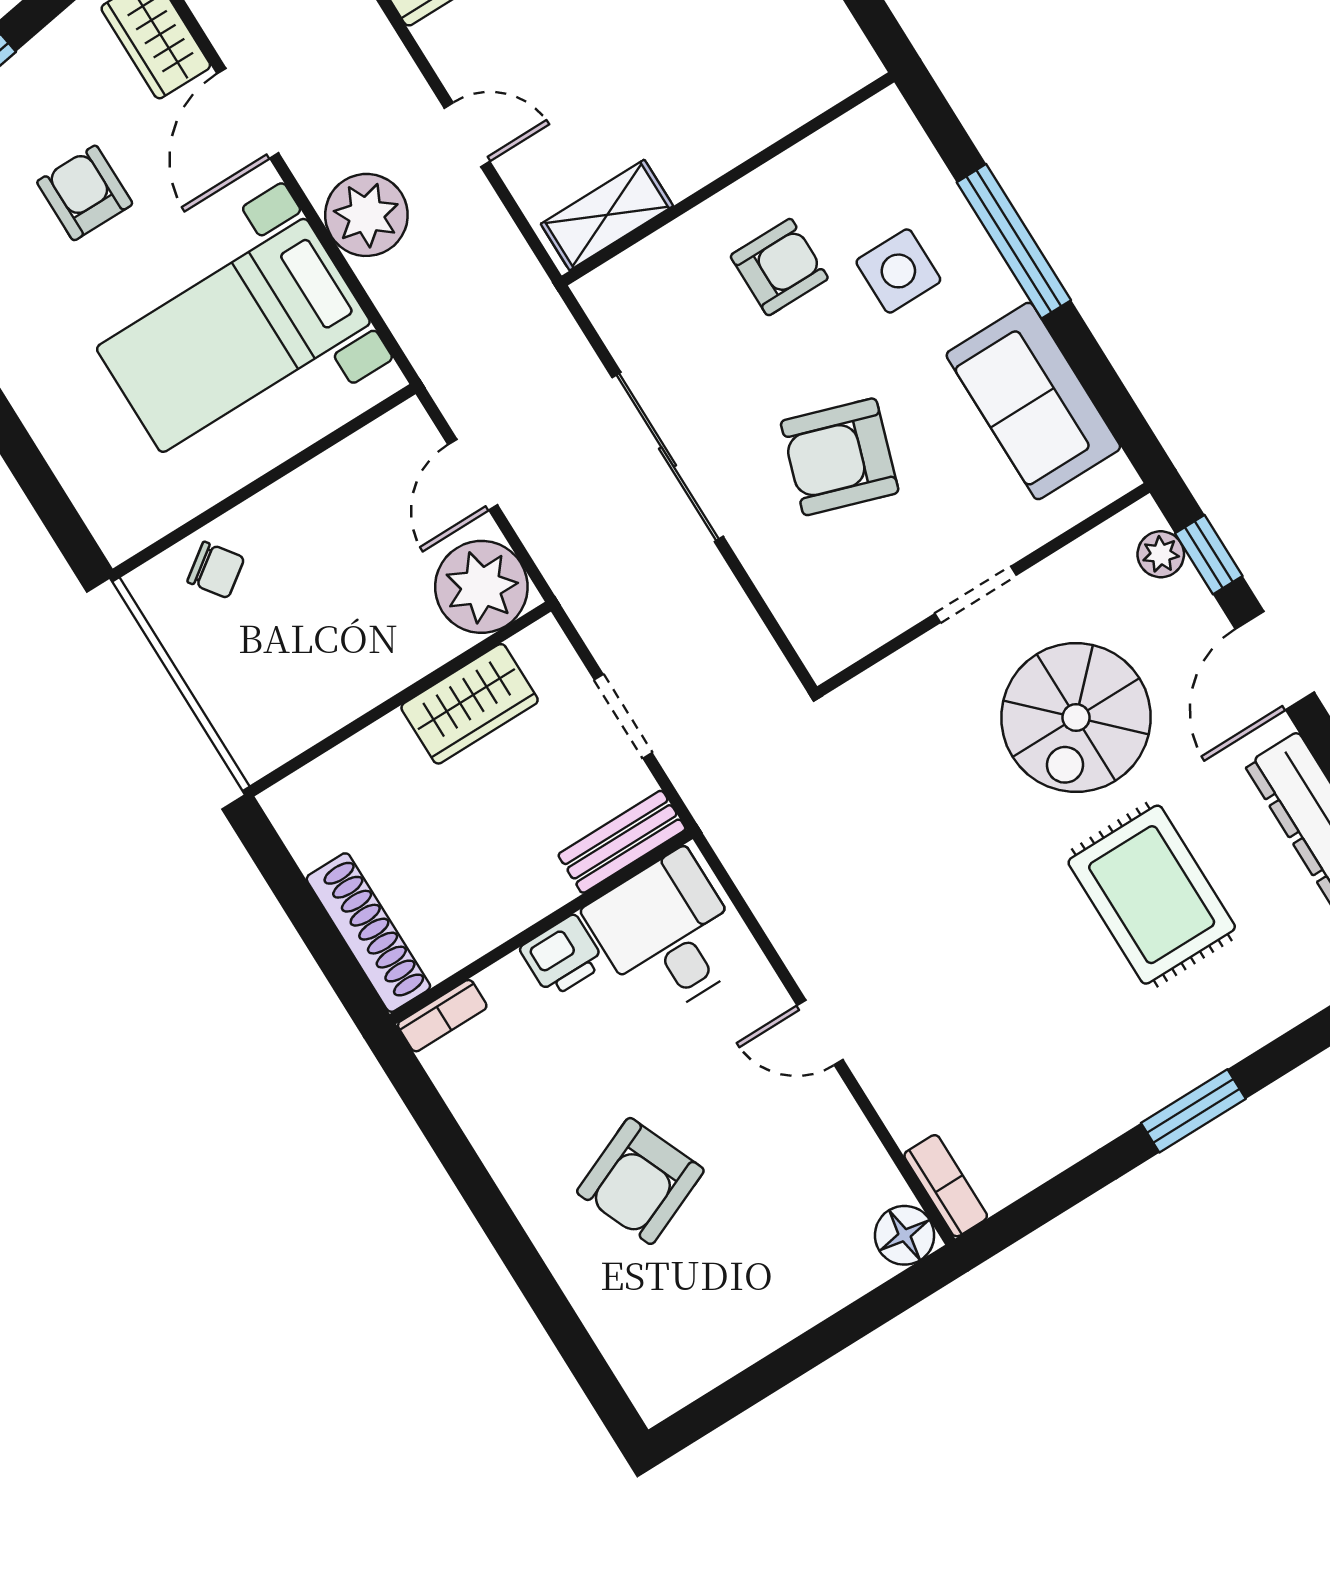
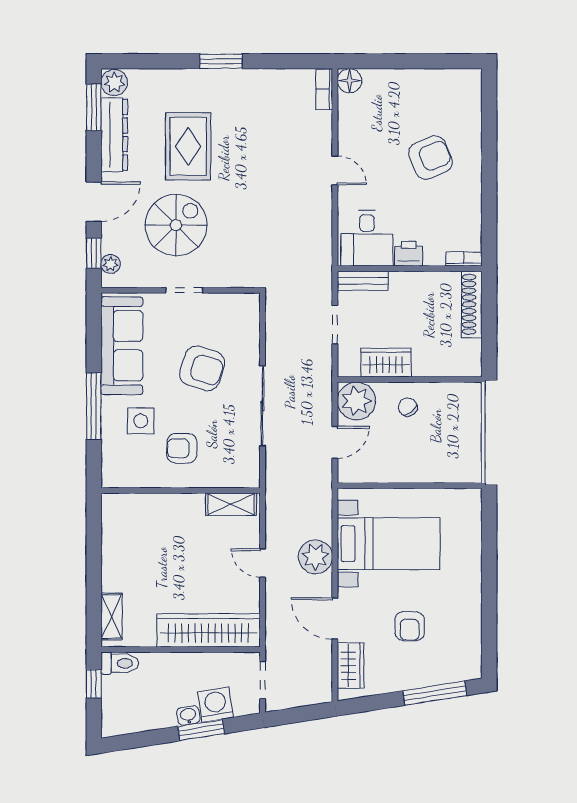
door: (248, 113) -> (335, 618), swing flipped
sofa: (1033, 401) -> (122, 346), width x1.36
chair: (216, 570) -> (408, 407), moved

